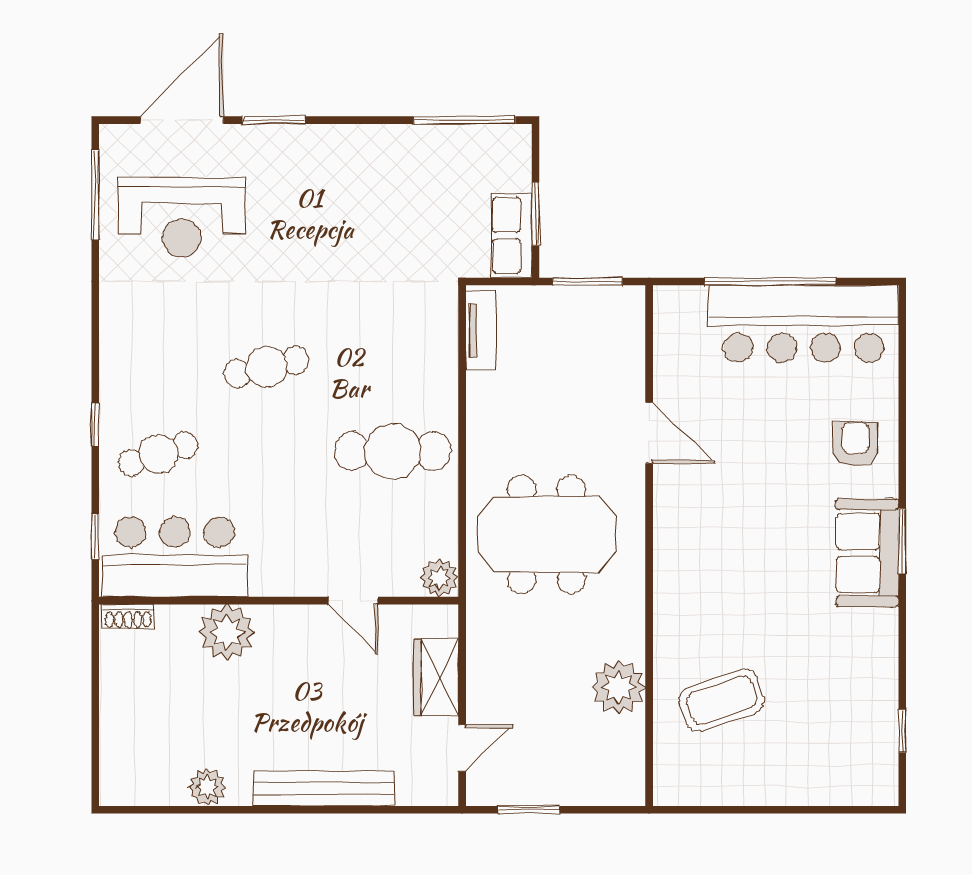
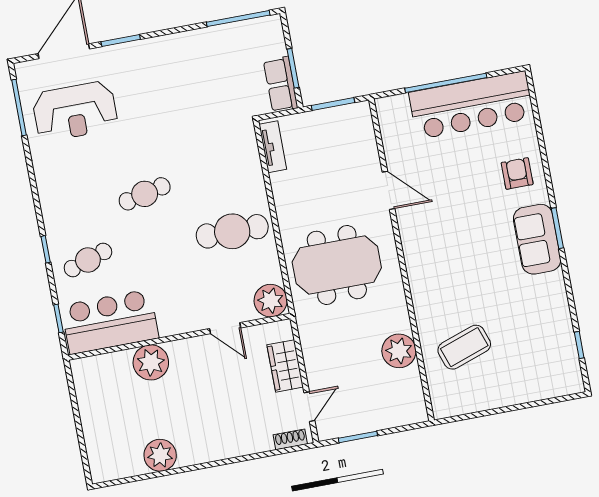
plant: (439, 578) -> (271, 301), width x1.36, depth x1.36
shoe rack: (128, 617) -> (290, 439), moved, turned 180
plant: (207, 787) -> (160, 455), width x1.36, depth x1.36
bench: (324, 789) -> (229, 448), removed

